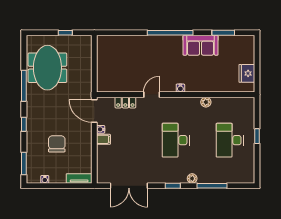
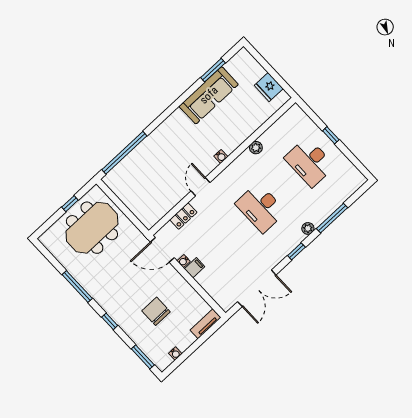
window: (170, 33) -> (124, 153), moved
sofa: (201, 45) -> (209, 95), width x1.36
meeting table: (47, 68) -> (92, 228), moved, turned 90

